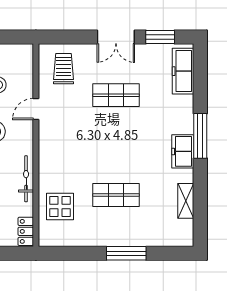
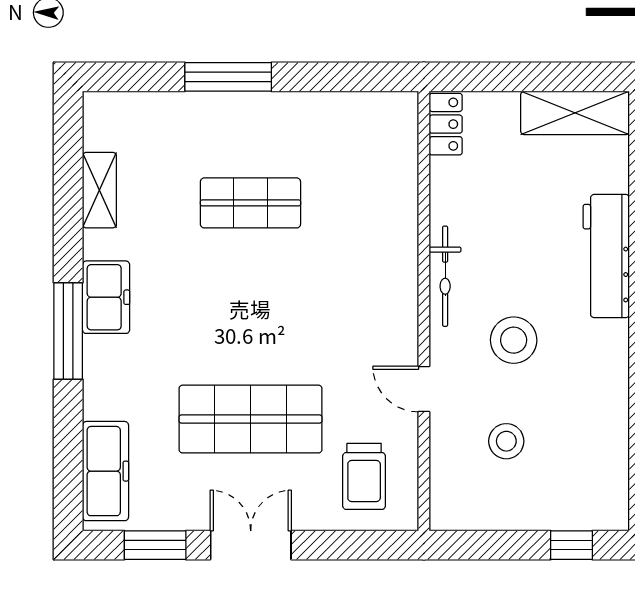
shop shelf: (116, 95) -> (250, 419), width x1.43, depth x1.36
door: (36, 109) -> (424, 389), swing flipped
bicycle: (26, 179) -> (445, 276), moved
display table: (60, 206) -> (372, 178), removed

